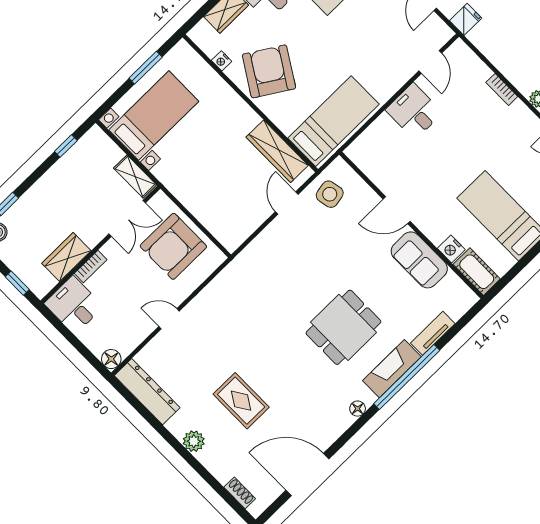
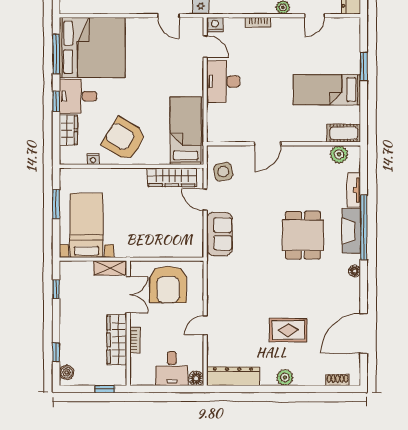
desk: (414, 111) -> (223, 82), width x1.37
nightstand: (451, 249) -> (215, 25), moved, turned 180
wardrobe: (66, 257) -> (117, 340), width x1.50
sofa: (419, 260) -> (219, 234), moved, turned -90
plant: (452, 287) -> (339, 154), added
desk: (74, 305) -> (172, 369), moved, turned -90

